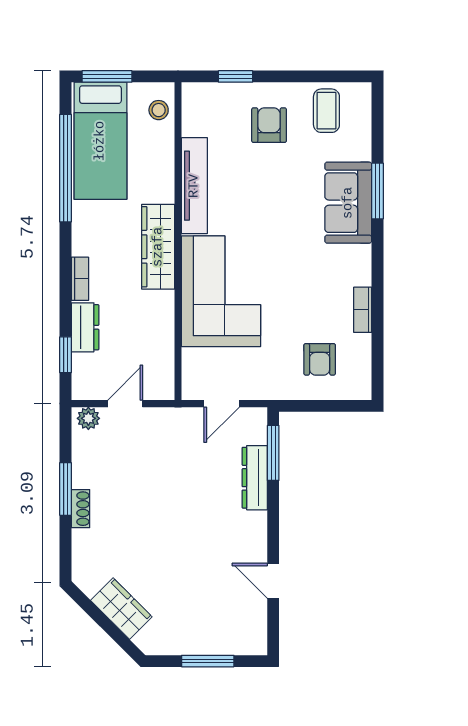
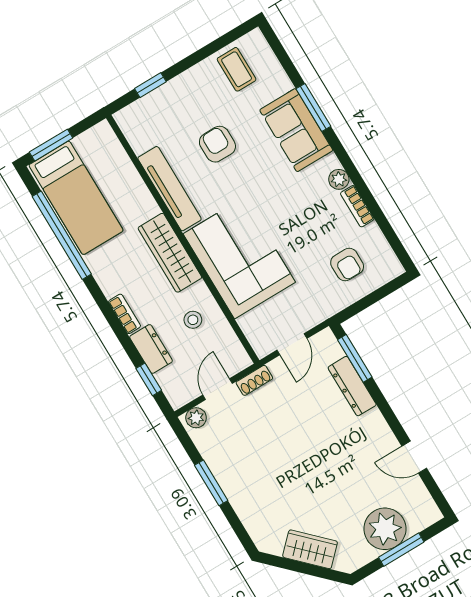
stool: (159, 110) -> (193, 320), moved
armchair: (269, 125) -> (217, 144), moved
plant: (361, 274) -> (339, 179), added
shoe rack: (81, 509) -> (254, 380), moved, turned 90
plant: (204, 632) -> (385, 529), added

